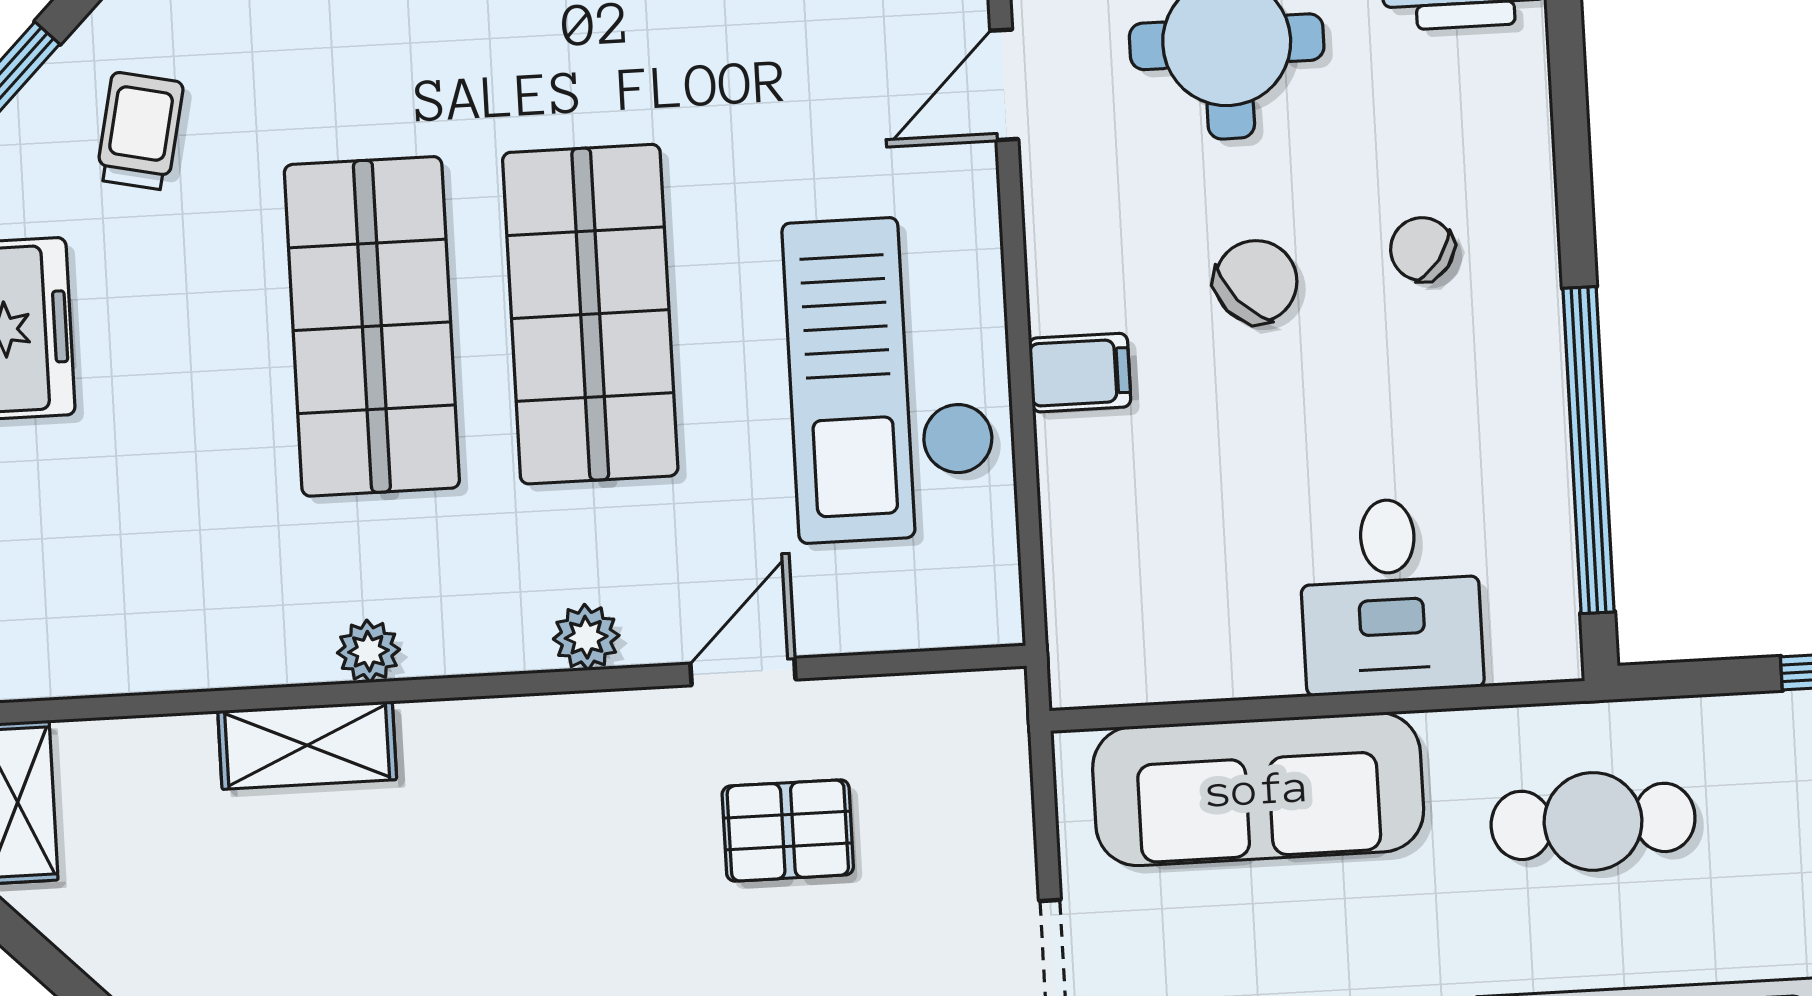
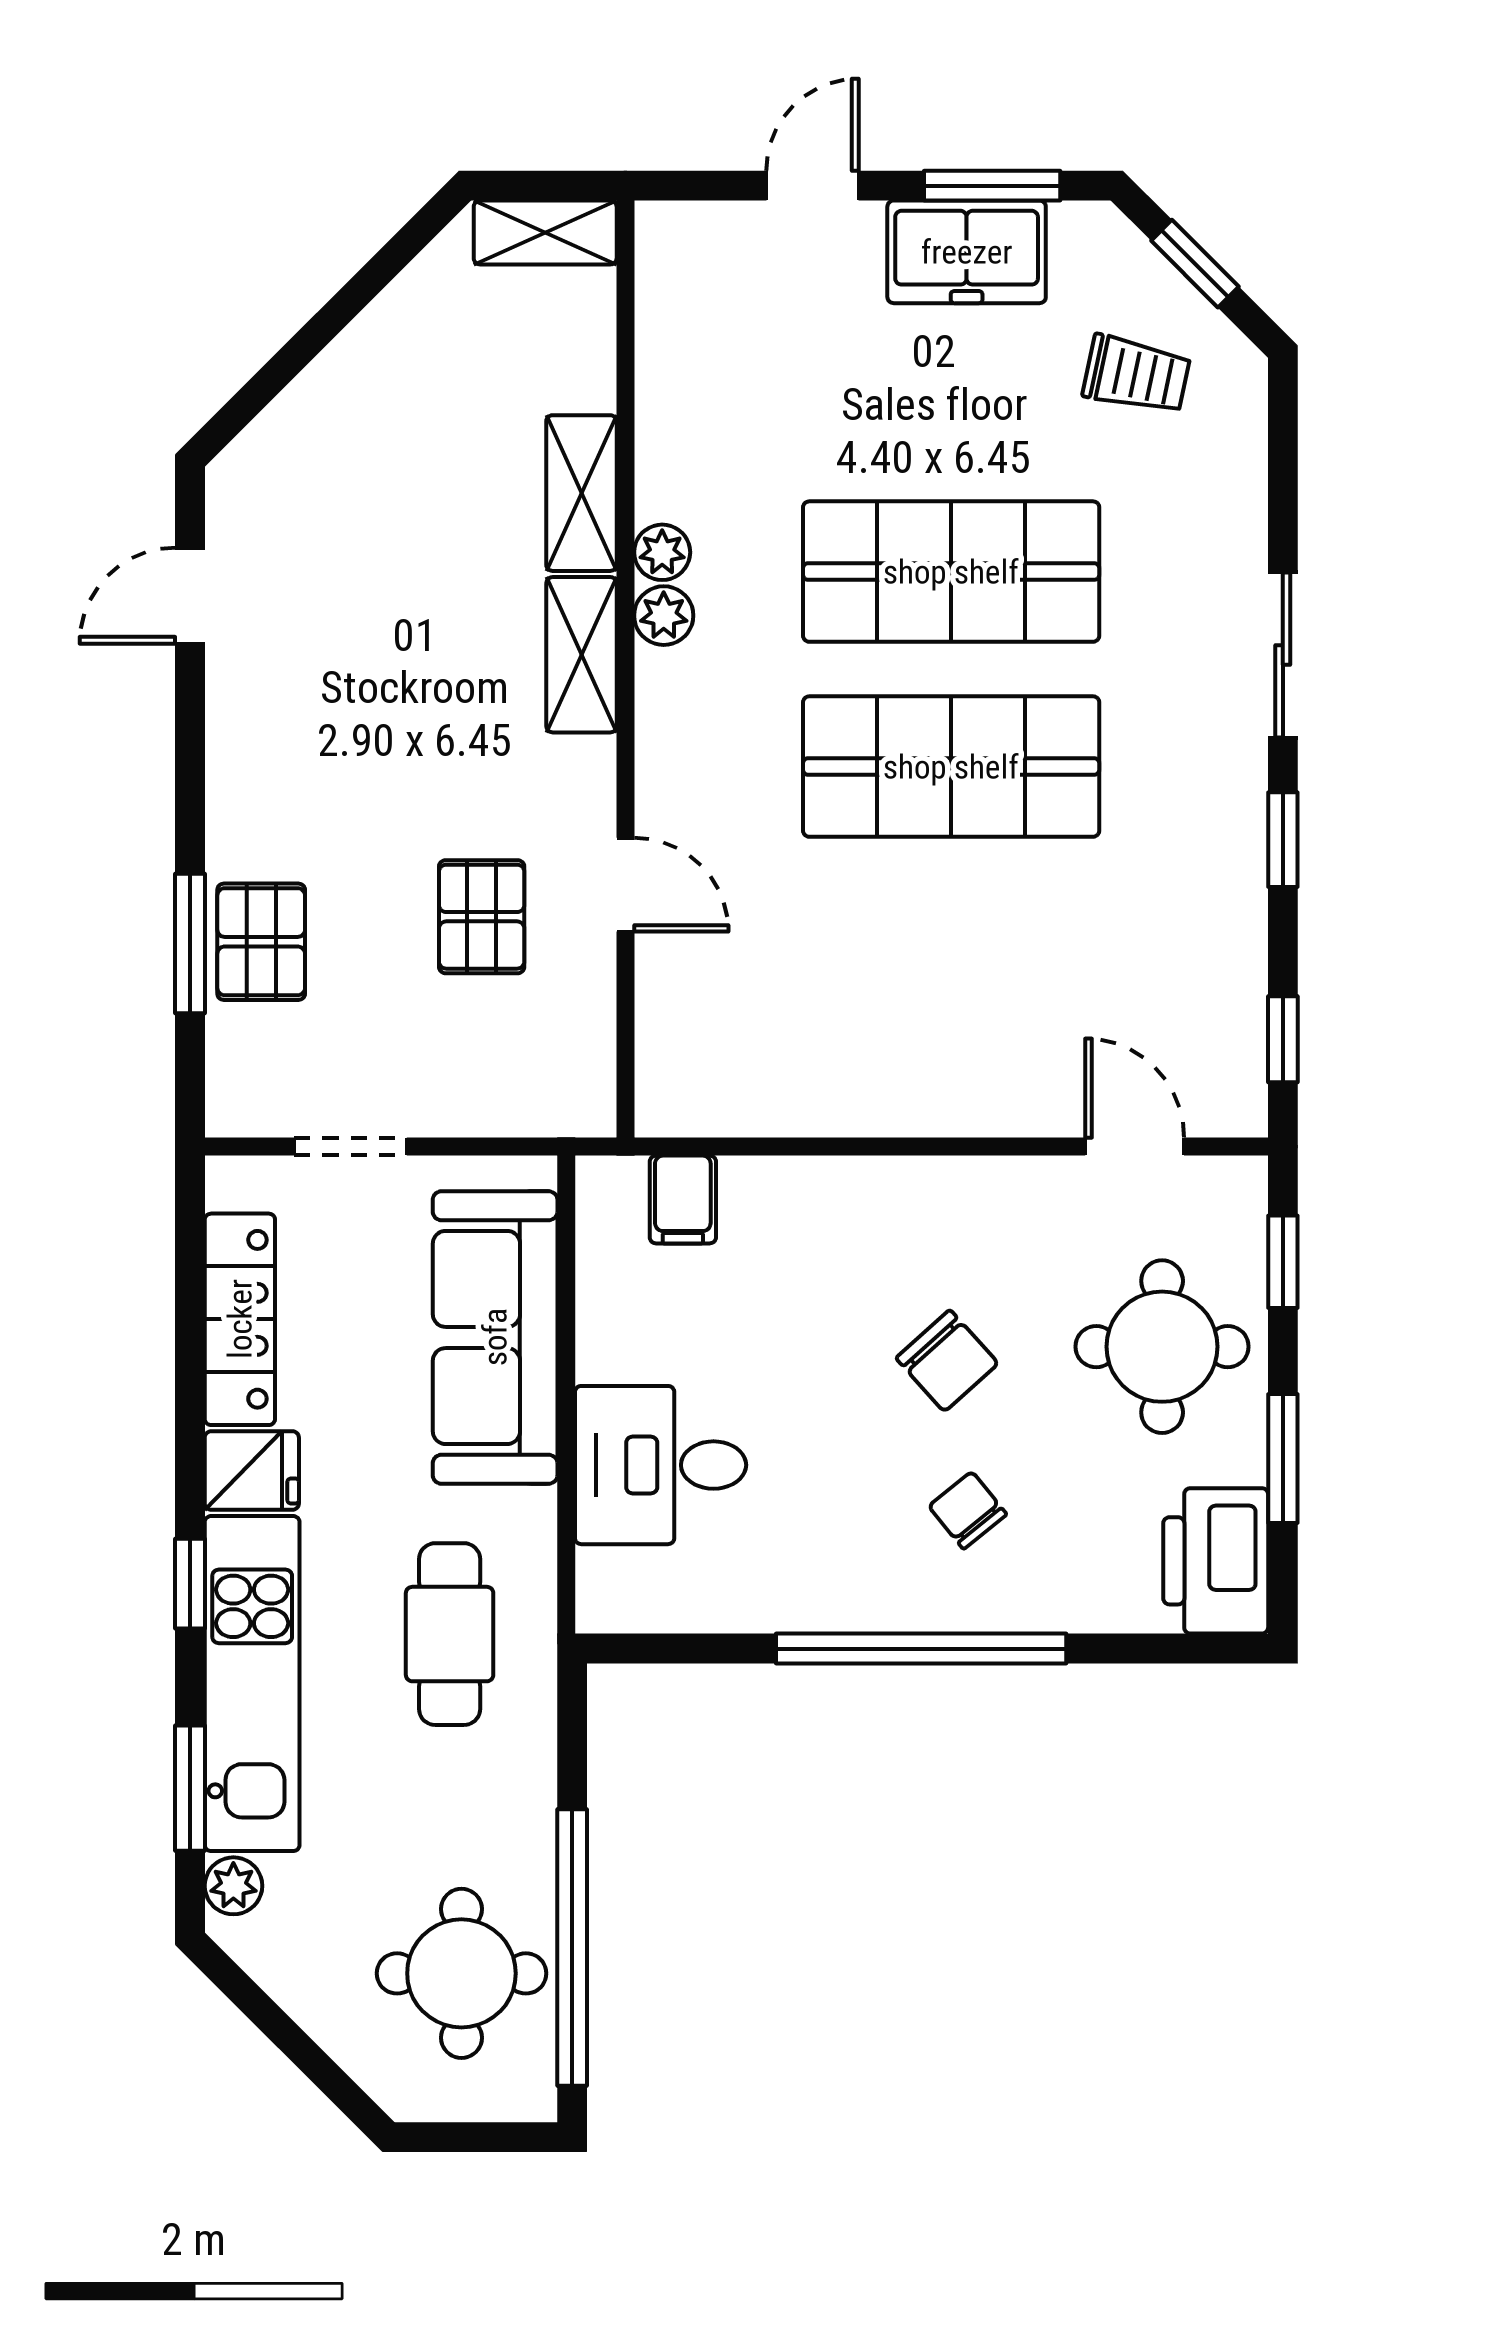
chair: (1422, 249) -> (968, 1510), turned -75
filing cabinet: (1080, 373) -> (683, 1199), moved
checkout: (890, 378) -> (879, 1031), removed
window: (1589, 450) -> (921, 1649), moved
plant: (586, 637) -> (664, 616), moved
shelving: (488, 735) -> (581, 655), added

